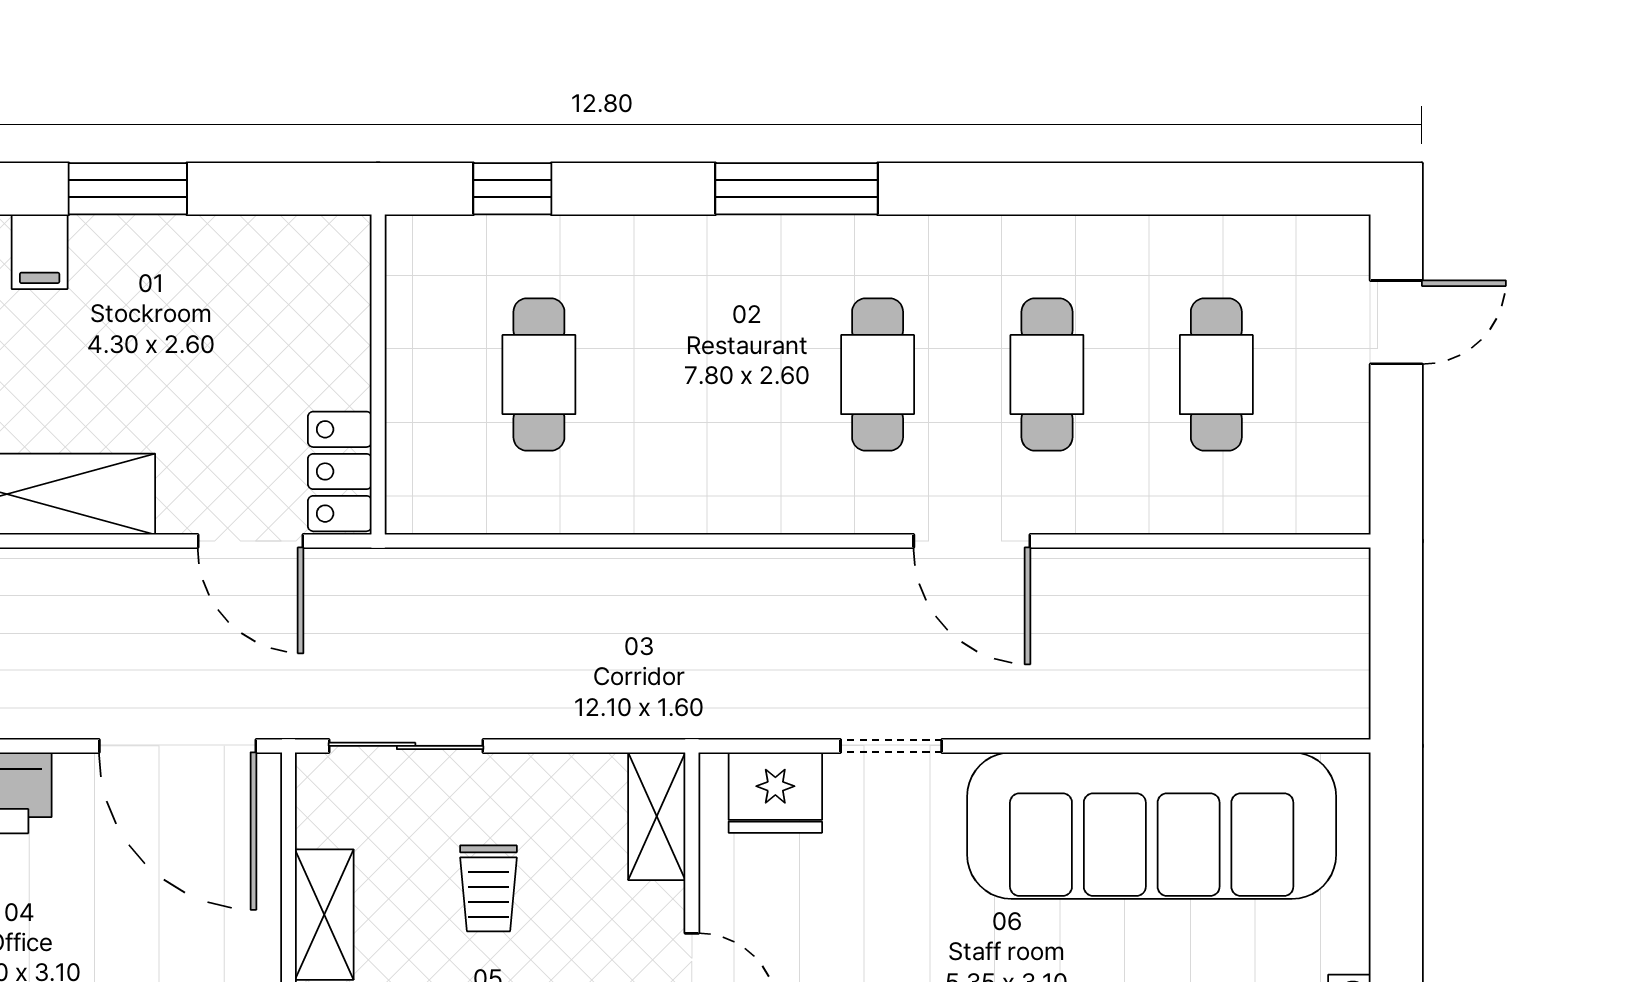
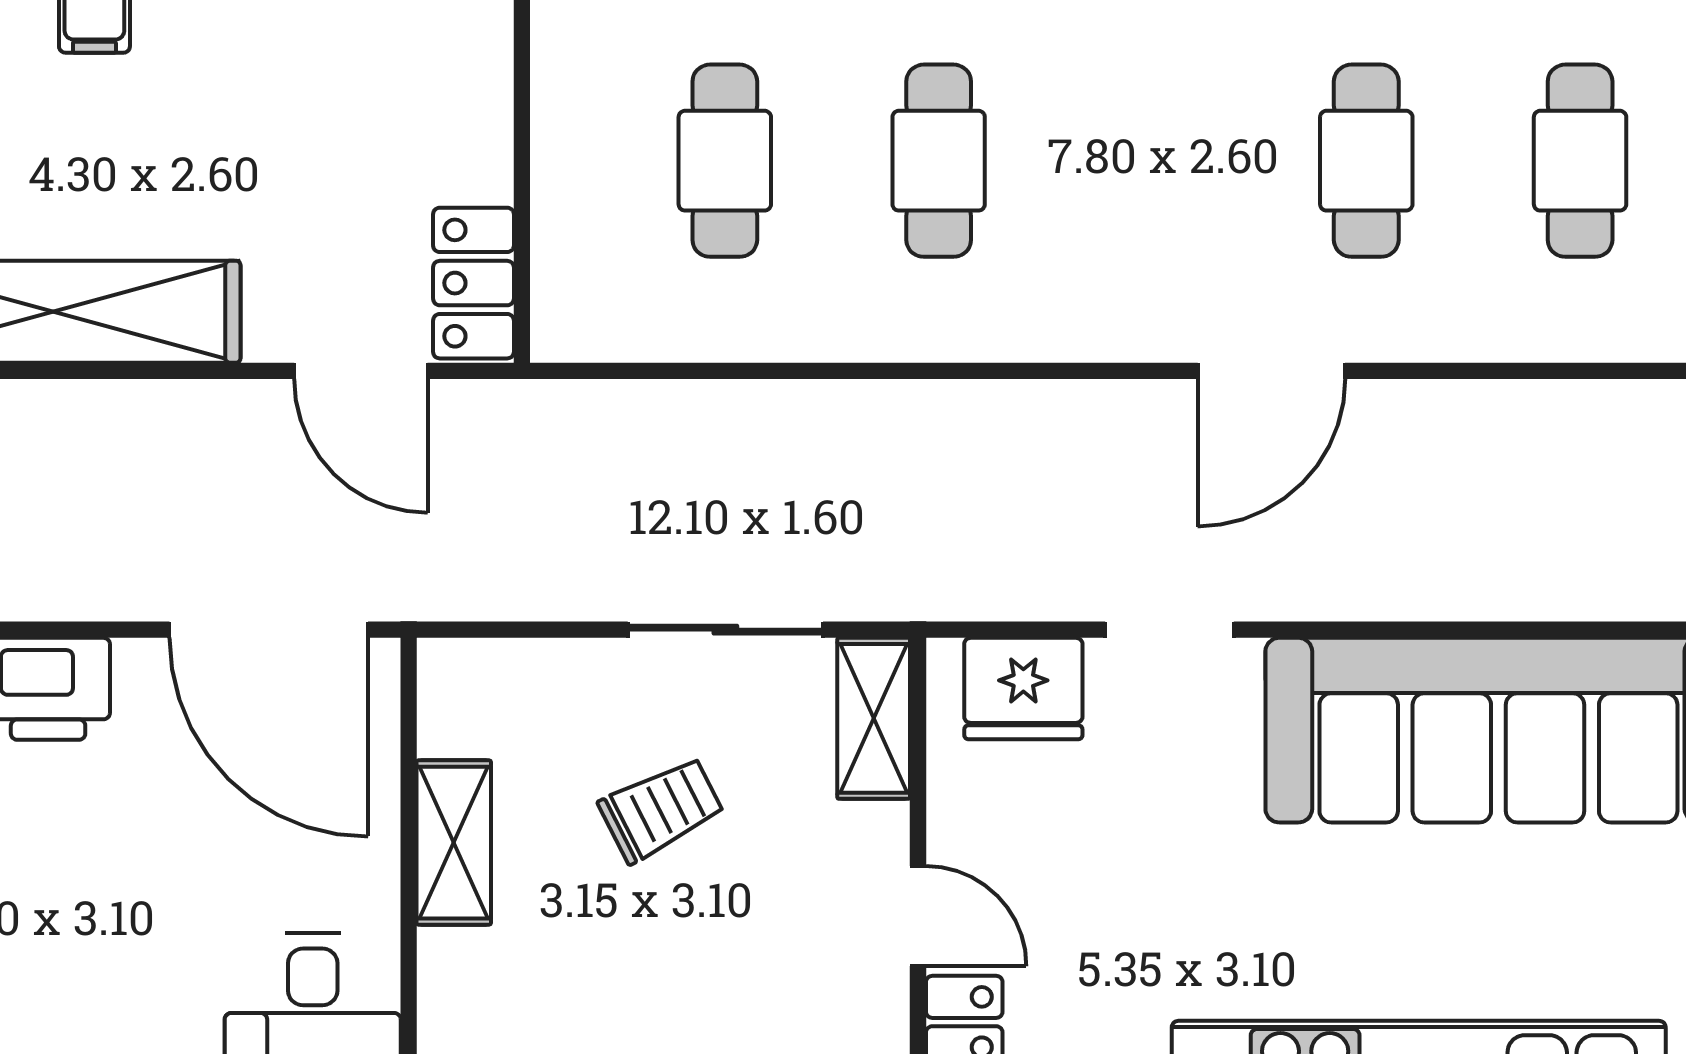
cafe table: (878, 375) -> (939, 161), moved
door: (972, 541) -> (1271, 371), hinge flipped
sliding door: (406, 746) -> (725, 630), moved
trolley: (488, 888) -> (661, 809), turned -117

